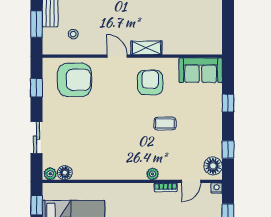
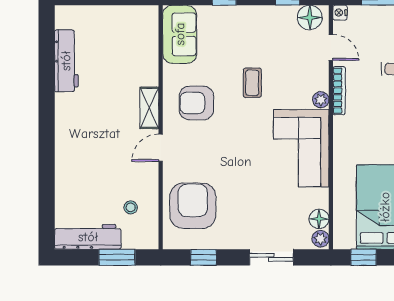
corner sofa: (117, 160) -> (301, 148), added
bookcase: (166, 187) -> (339, 91), width x1.56

